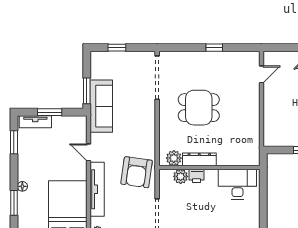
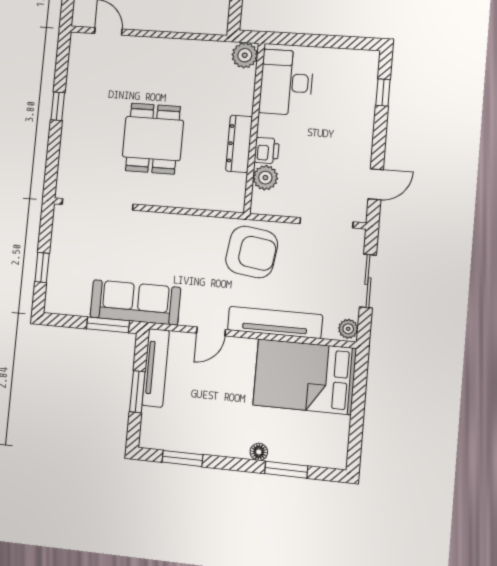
tv unit: (35, 122) -> (156, 368), moved, width x1.41
plant: (174, 158) -> (245, 55), moved

